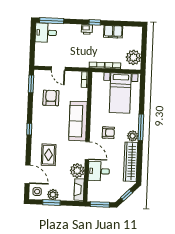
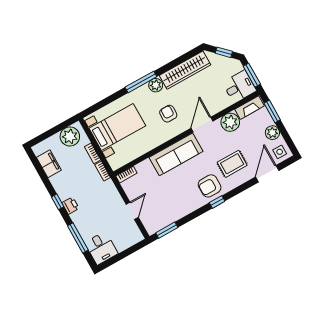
window: (52, 21) -> (78, 238), moved
filing cabinet: (113, 32) -> (49, 164), moved
armchair: (51, 98) -> (210, 186), moved
desk: (99, 171) -> (239, 87), moved, turned -90
window: (51, 203) -> (272, 111), moved

